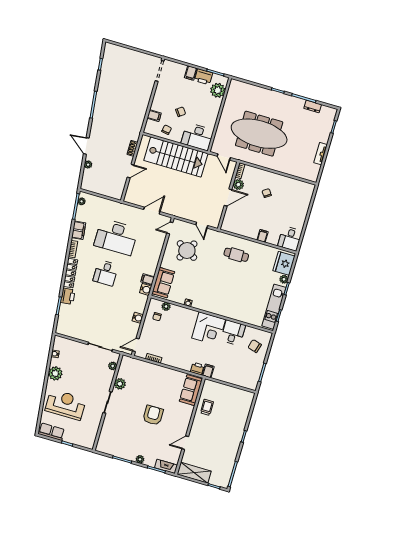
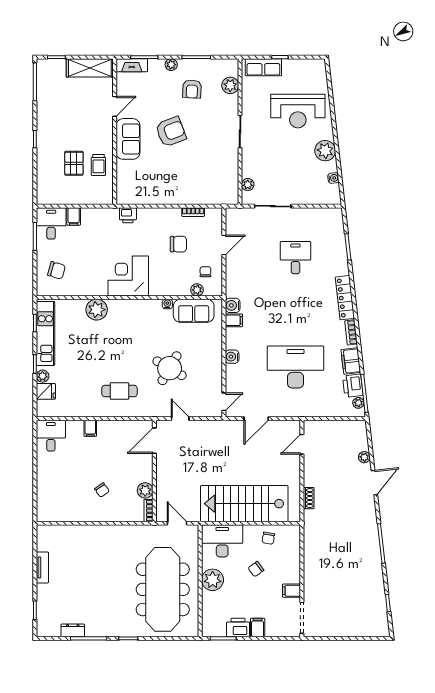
plant: (218, 90) -> (213, 580), moved
filing cabinet: (154, 116) -> (292, 591), moved
meeting table: (259, 134) -> (163, 589), moved, turned 90
door: (86, 146) -> (374, 483), hinge flipped
door: (131, 171) -> (302, 444), moved
door: (228, 198) -> (154, 441), moved
round table: (187, 250) -> (170, 368), moved
fridge: (284, 263) -> (46, 391), width x0.53, depth x0.75
desk: (106, 273) -> (295, 258), moved
sofa: (163, 283) -> (194, 311), moved, turned -90
printer: (68, 296) -> (353, 386), moved
plant: (236, 313) -> (97, 310), added
water cooler: (138, 318) -> (232, 357), moved
desk: (233, 333) -> (51, 223), moved, turned 180
chair: (169, 340) -> (178, 244), added
door: (136, 345) -> (224, 245), moved
filing cabinet: (208, 371) -> (74, 216), moved
plant: (120, 384) -> (230, 85), moved
sofa: (191, 390) -> (128, 139), moved
pallet: (223, 413) -> (74, 163), added
armchair: (153, 415) -> (171, 132), turned -111
row of seats: (51, 432) -> (263, 67), moved
armchair: (131, 439) -> (192, 89), added

